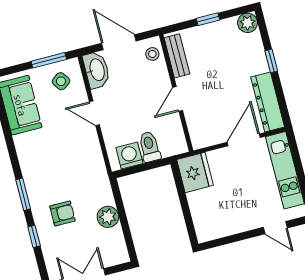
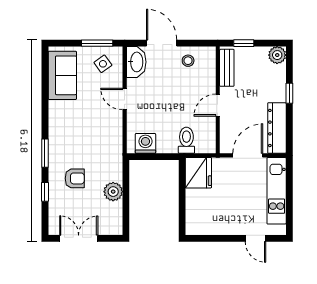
bench: (177, 56) -> (227, 68), moved
wall: (176, 93) -> (218, 100), moved
door: (178, 99) -> (218, 105), moved
toilet: (149, 147) -> (186, 140), moved

